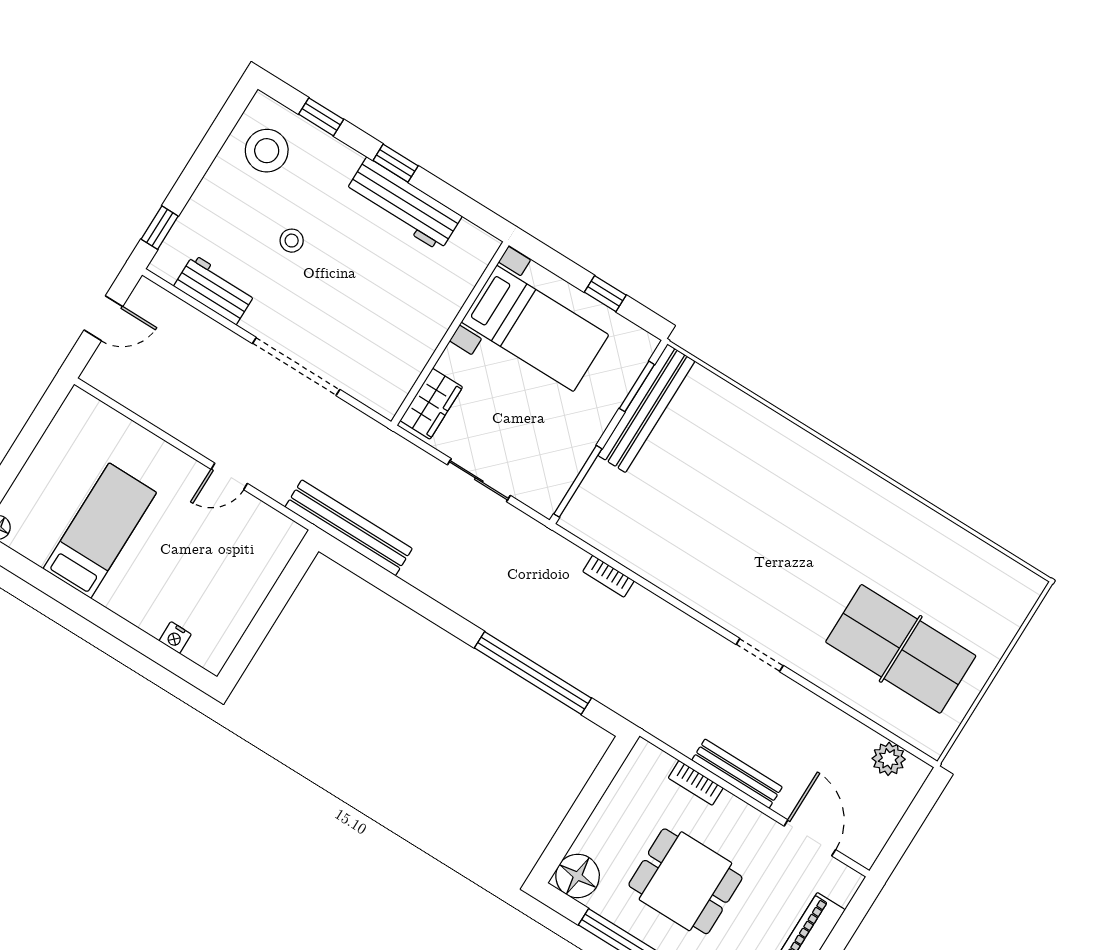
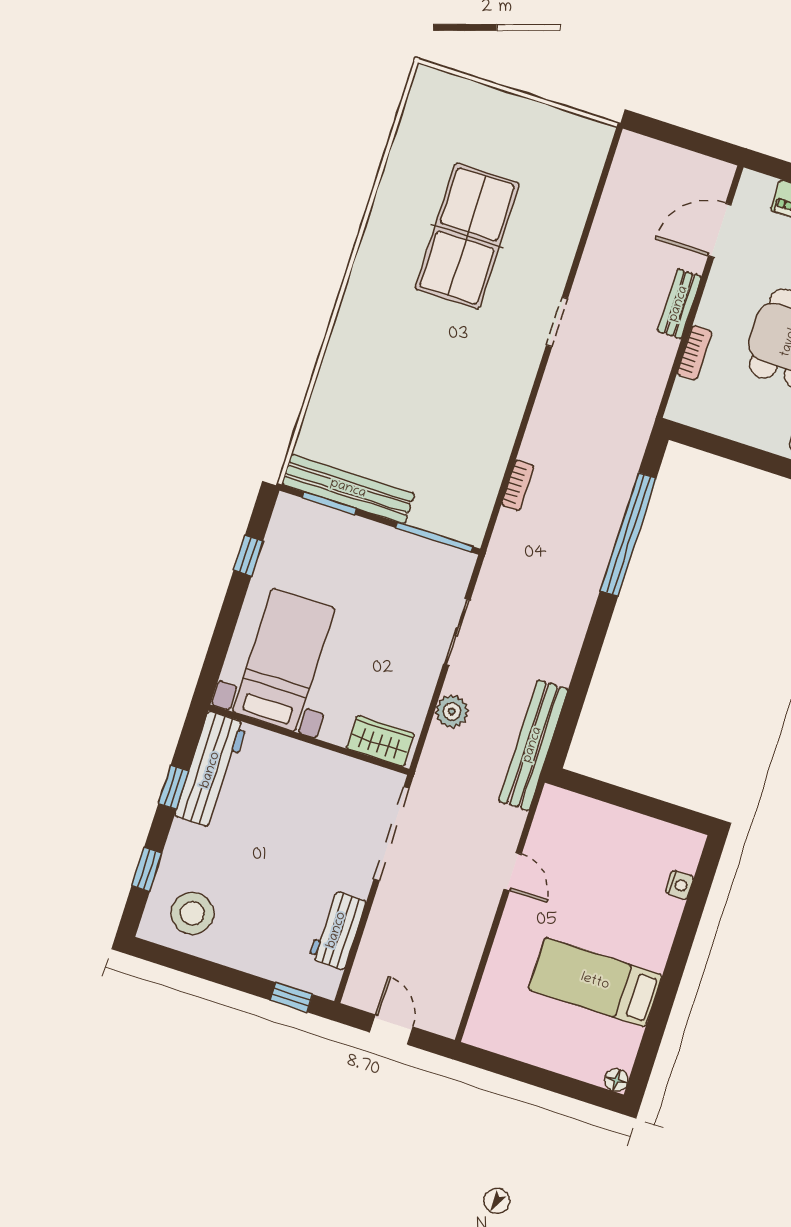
stool: (292, 241) -> (272, 868), removed
bed with nightstands: (535, 328) -> (284, 660), moved
wall: (450, 333) -> (309, 740), moved
wardrobe: (431, 404) -> (380, 741), moved
table tennis table: (901, 649) -> (467, 236), moved
plant: (889, 759) -> (452, 711), moved
bench: (737, 774) -> (679, 304), width x0.73

